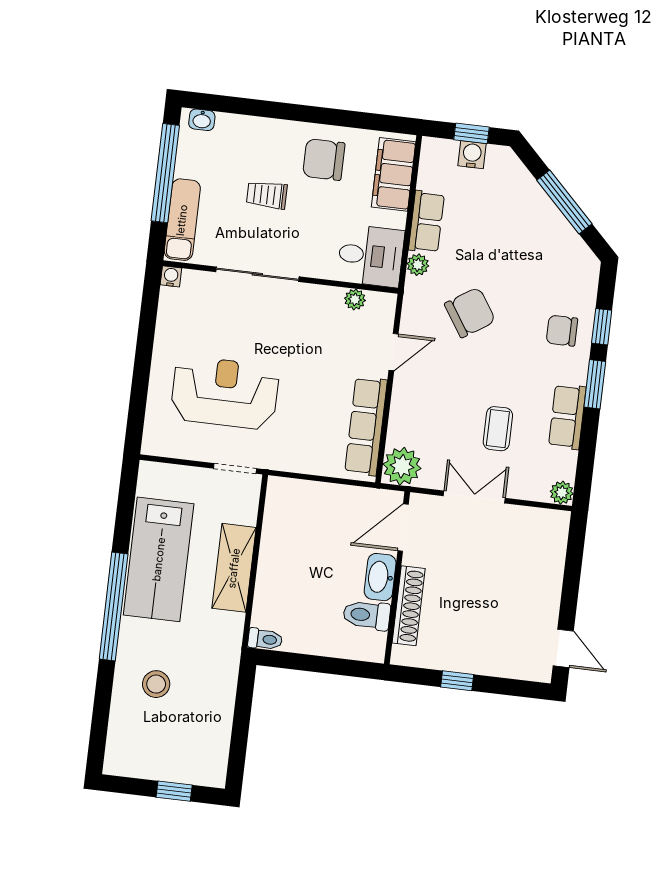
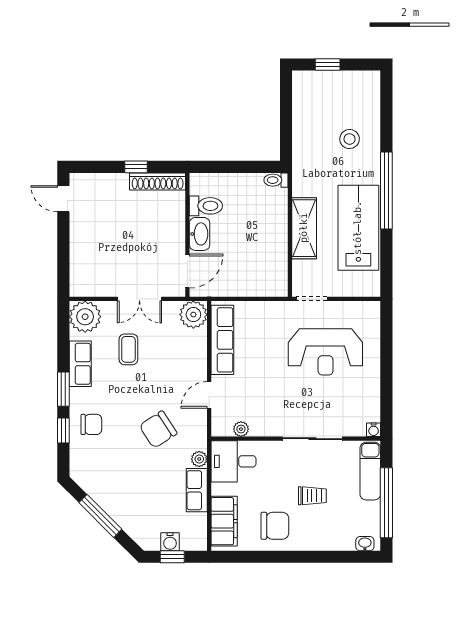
plant: (562, 493) -> (85, 317), width x1.87, depth x1.87
shoe rack: (409, 606) -> (158, 181), moved, turned -90

